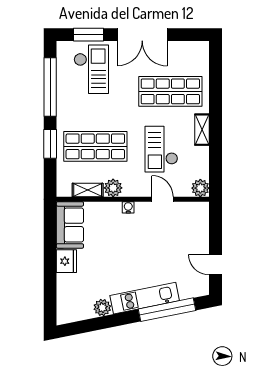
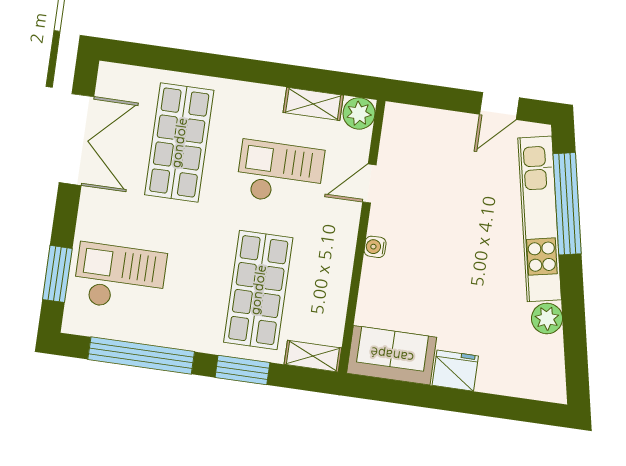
double door: (142, 35) -> (76, 140), moved
shelving: (202, 130) -> (313, 104), moved
checkout: (161, 149) -> (280, 173), turned 180
plant: (113, 188) -> (337, 269), removed
shelving: (88, 190) -> (313, 356), moved, turned 90
kitchen unit: (145, 298) -> (540, 219), width x1.36

